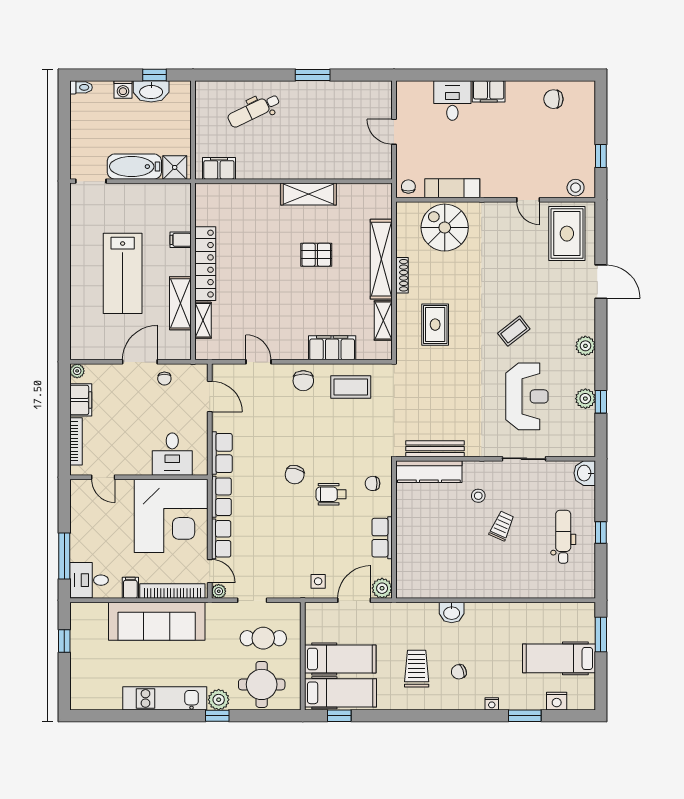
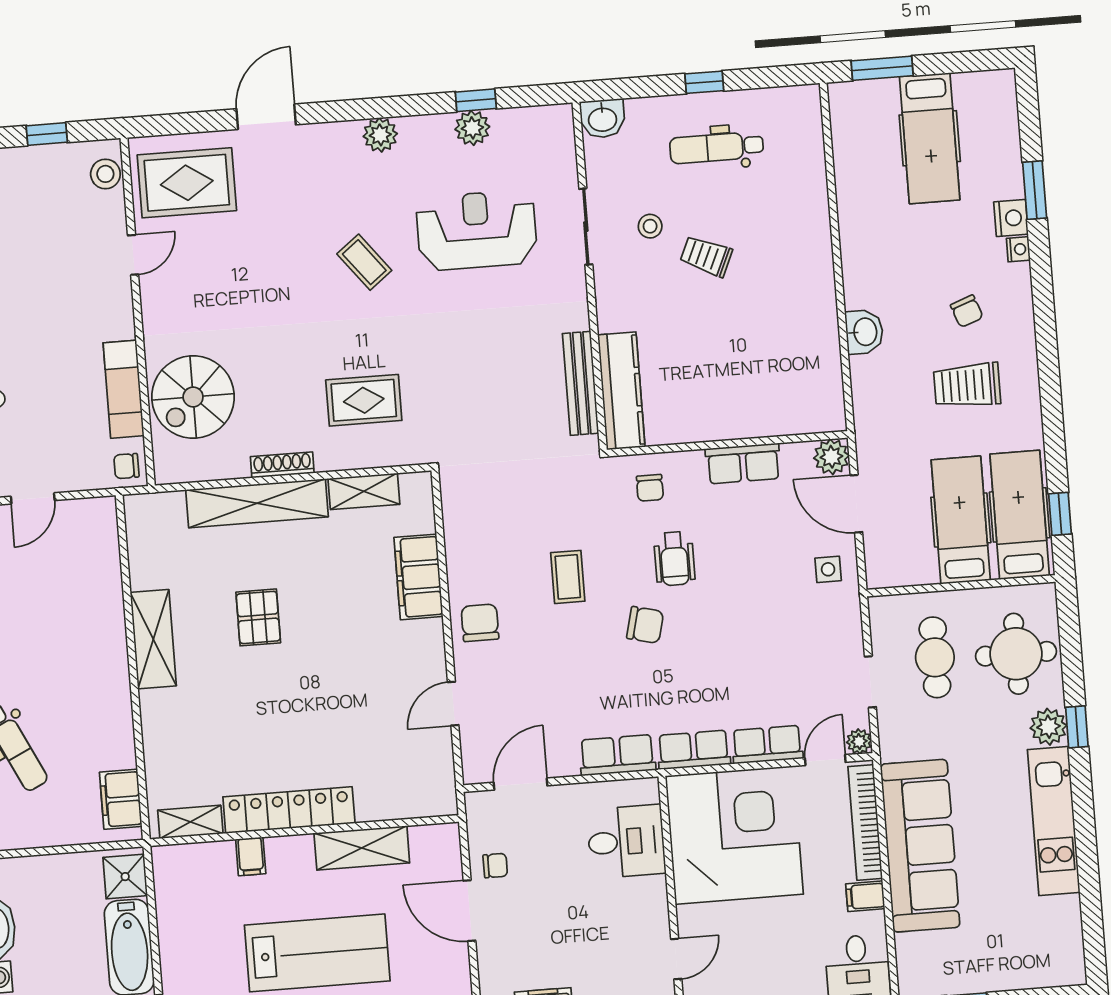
shelving: (203, 320) -> (190, 822), moved
chair: (303, 381) -> (480, 623), turned -90
coffee table: (351, 387) -> (568, 577), moved, width x0.73, depth x0.77
stool: (478, 496) -> (650, 226), moved
nightstand: (557, 701) -> (1011, 218), moved

